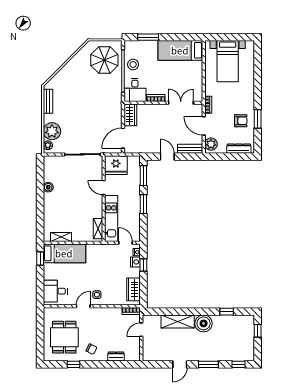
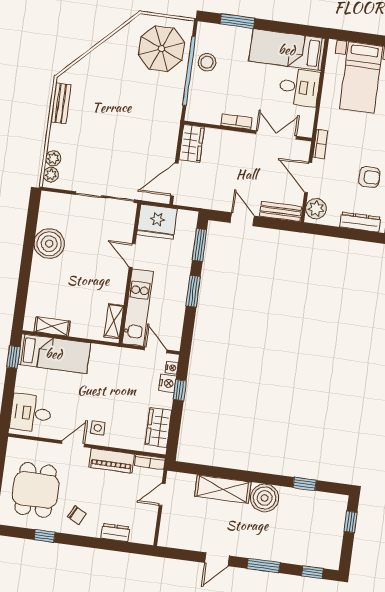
desk: (135, 90) -> (299, 87), moved, turned -90
plant: (52, 131) -> (53, 158), width x0.53, depth x0.53
boiler: (48, 187) -> (49, 244), width x1.86, depth x1.86
piano: (108, 313) -> (112, 461), added

